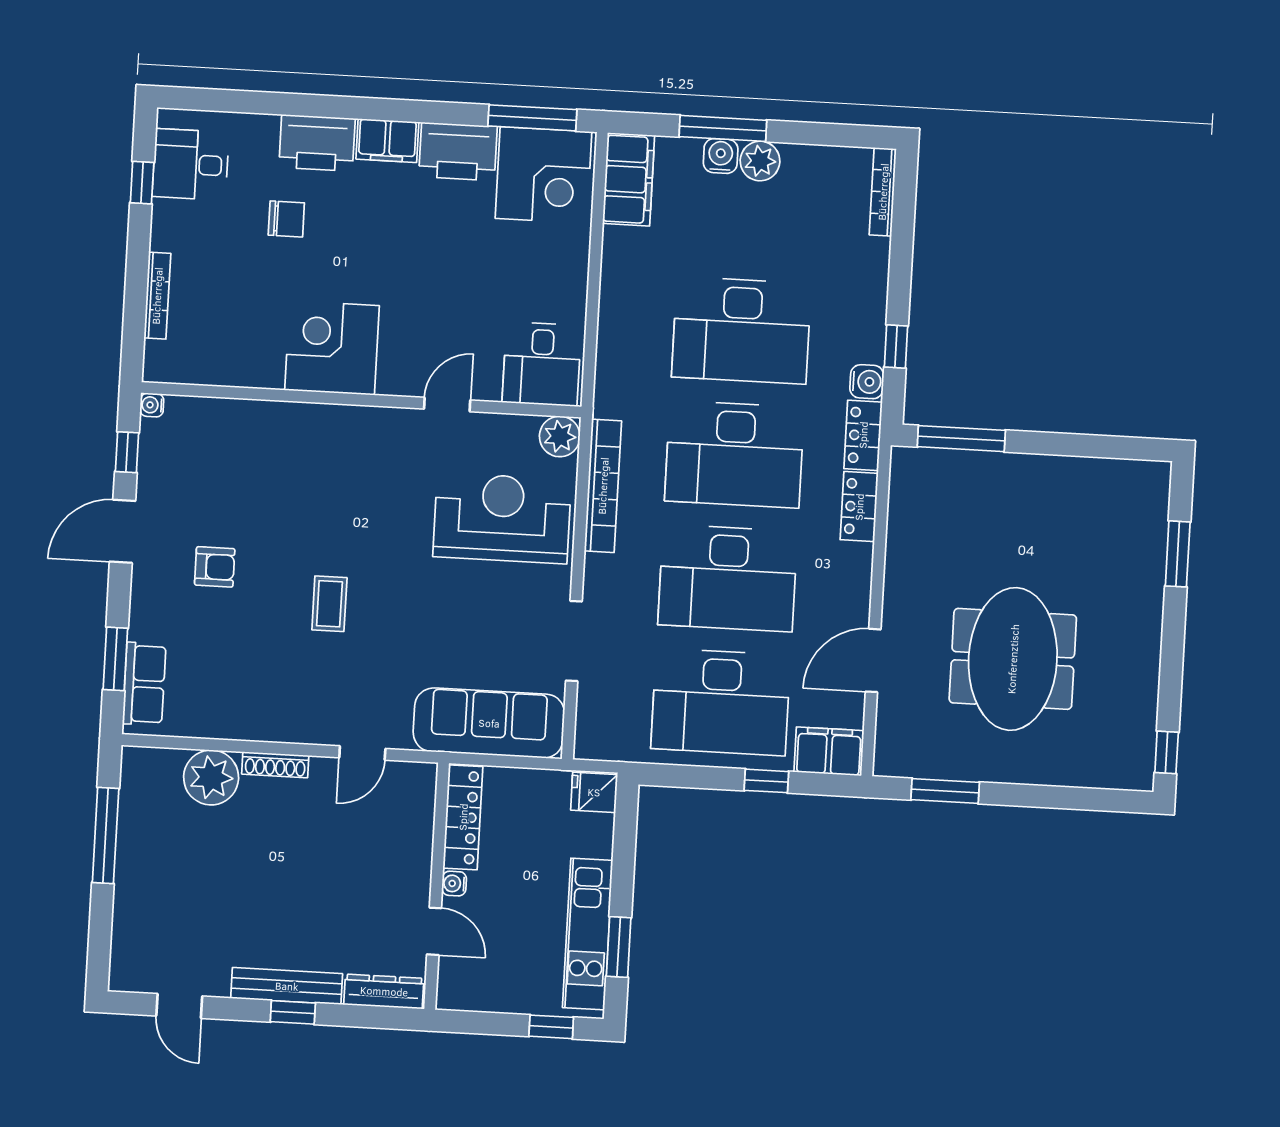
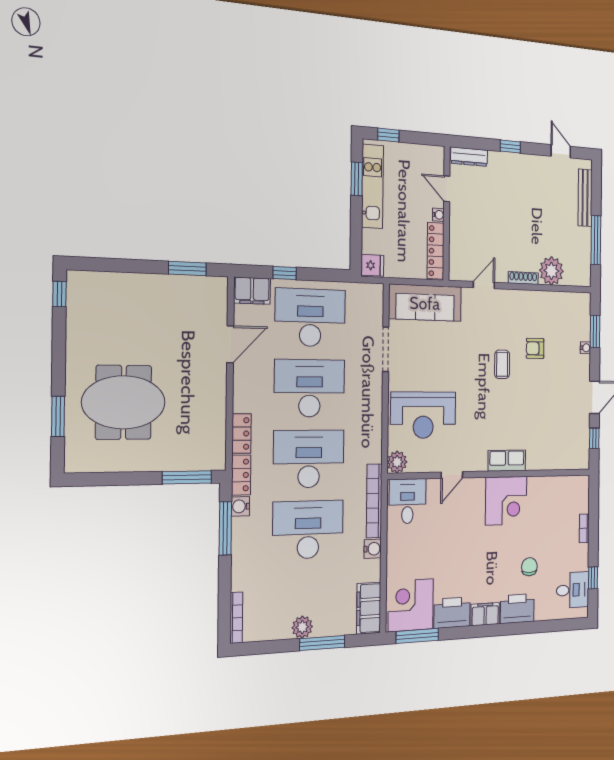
water cooler: (721, 156) -> (373, 549), moved, turned -90
chair: (286, 219) -> (529, 567), turned 90
bookcase: (157, 296) -> (584, 528), width x0.64
window: (896, 347) -> (225, 528), width x2.17
water cooler: (152, 405) -> (585, 348), moved
bookcase: (603, 486) -> (374, 501), moved
armchair: (215, 567) -> (535, 348), moved
meeting table: (1013, 659) -> (124, 402), moved, turned 90
row of seats: (144, 684) -> (507, 461), moved, turned 90
bench: (287, 986) -> (585, 198), moved, turned 90

